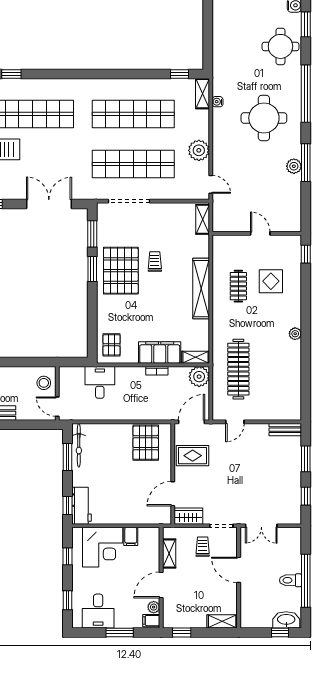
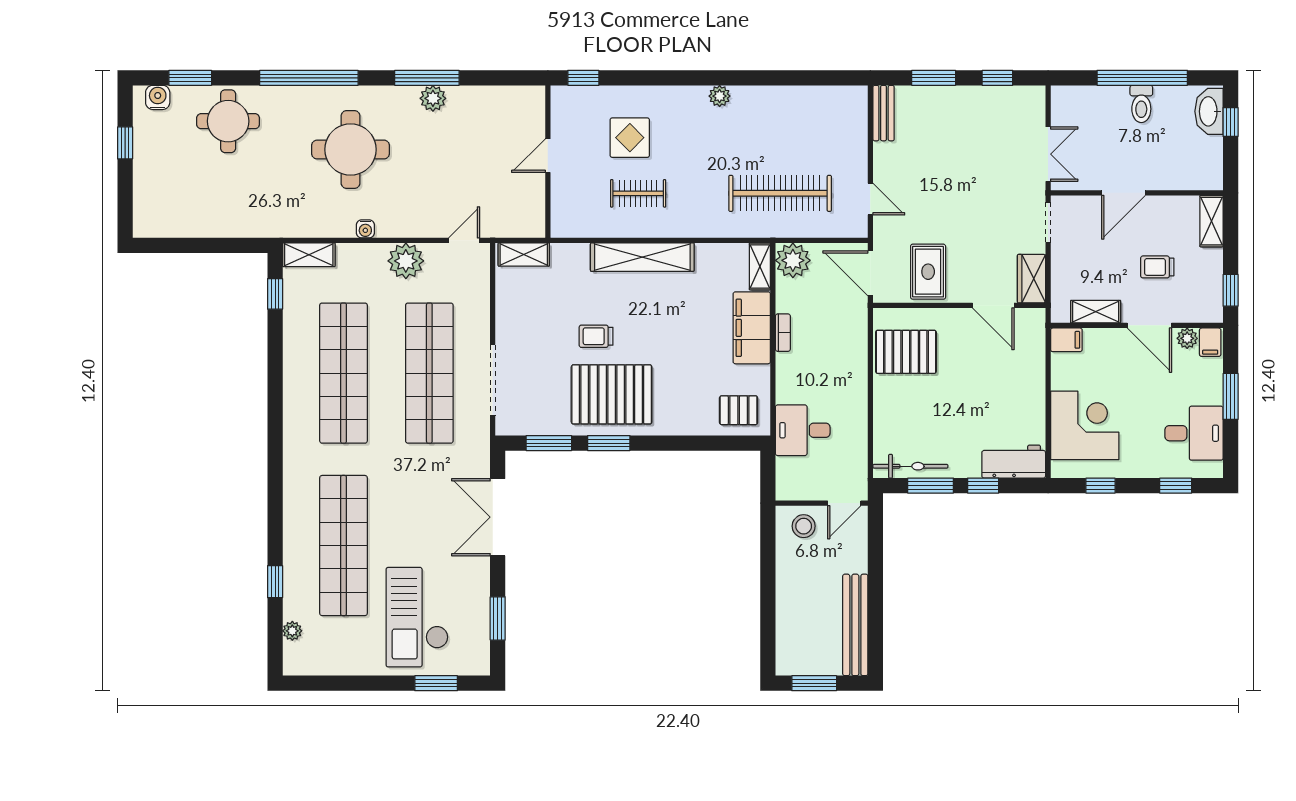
water cooler: (218, 102) -> (365, 229), moved
window: (67, 506) -> (983, 486), moved
filing cabinet: (131, 536) -> (1066, 340), moved
trolley: (203, 547) -> (1157, 267), moved

